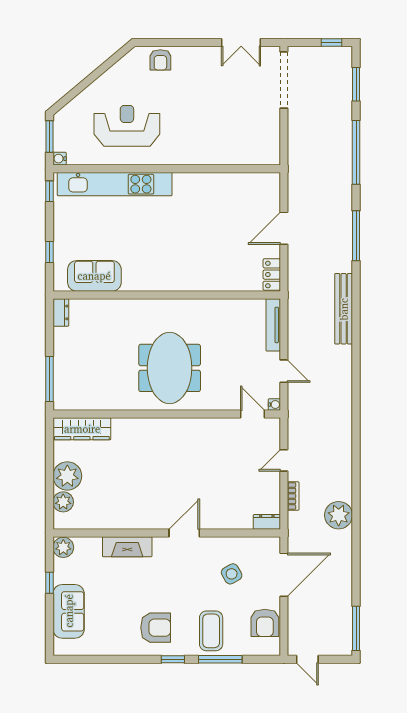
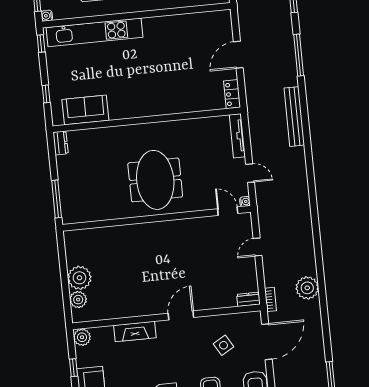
wardrobe: (82, 429) -> (88, 238), removed
bookcase: (293, 496) -> (270, 299), moved

